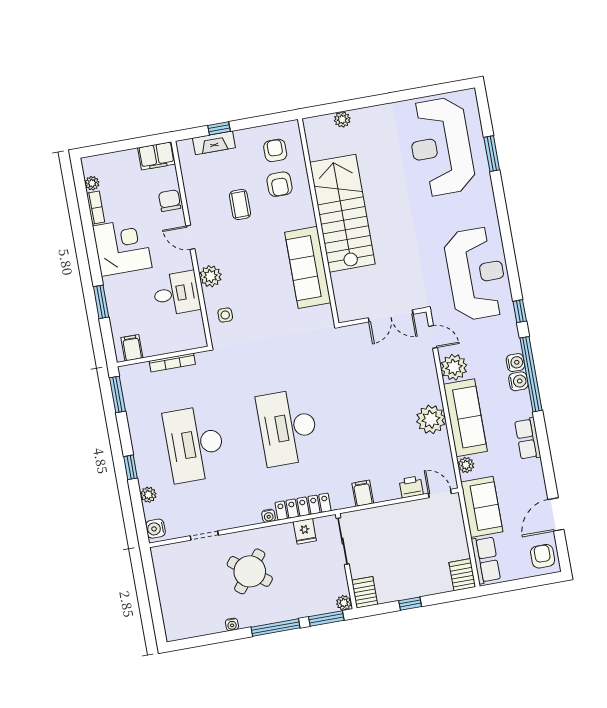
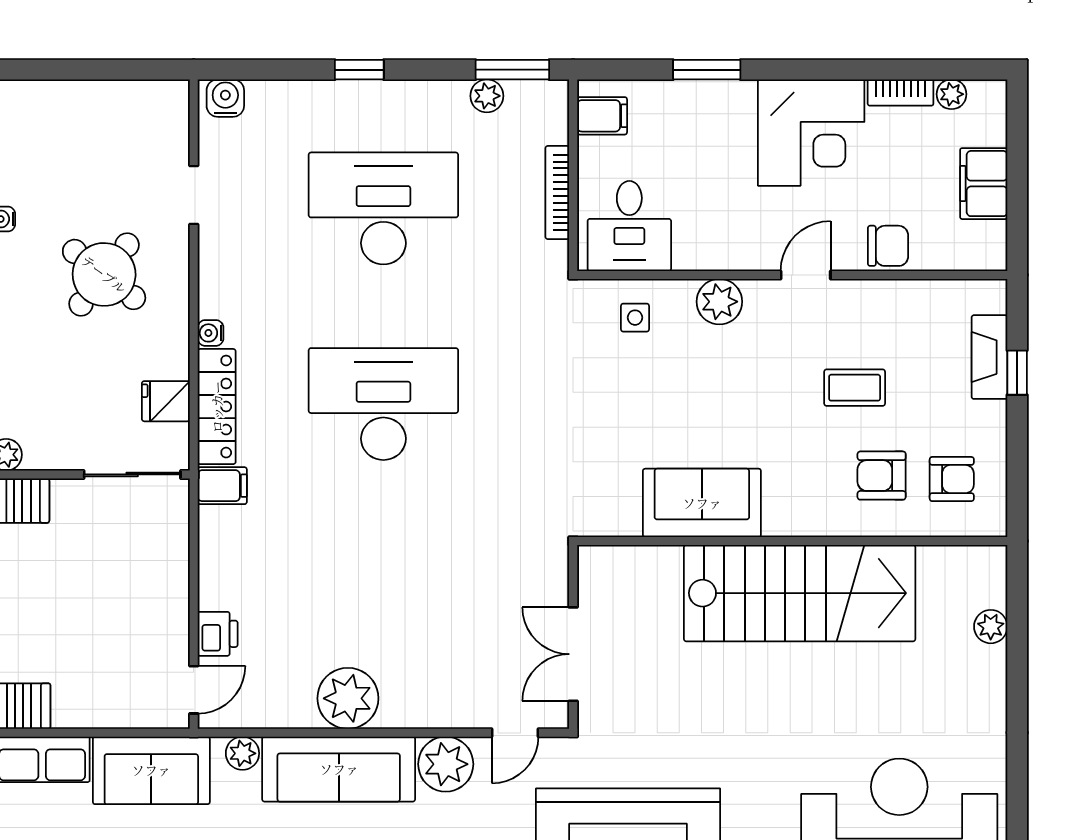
filing cabinet: (157, 156) -> (984, 184), moved
sofa: (308, 267) -> (702, 503), width x0.73
desk: (176, 293) -> (629, 226), moved
filing cabinet: (363, 493) -> (222, 486), moved
plant: (148, 495) -> (487, 96), moved

